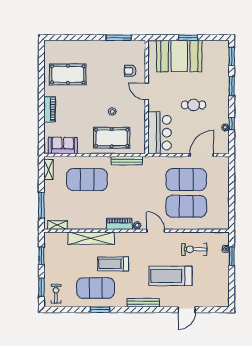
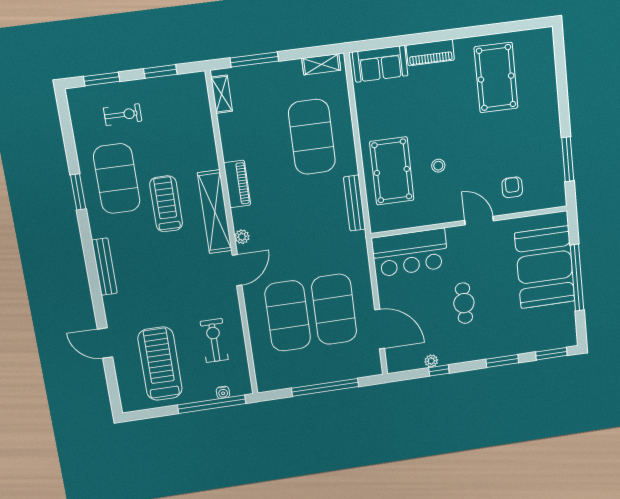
window: (188, 38) -> (577, 278), width x2.11
door: (147, 92) -> (479, 221), hinge flipped
sofa: (63, 146) -> (380, 64), moved, turned 90
window: (232, 190) -> (325, 387), added
piano: (119, 224) -> (237, 184), moved
shelving: (91, 238) -> (215, 212), moved
window: (232, 256) -> (212, 404), width x2.11
treadmill: (170, 276) -> (160, 364), moved
exercise bike: (56, 294) -> (123, 115), moved

